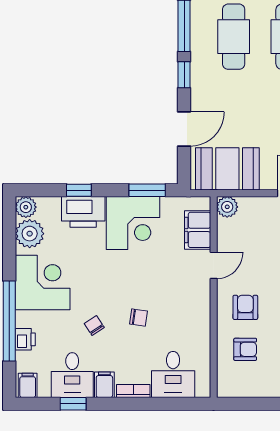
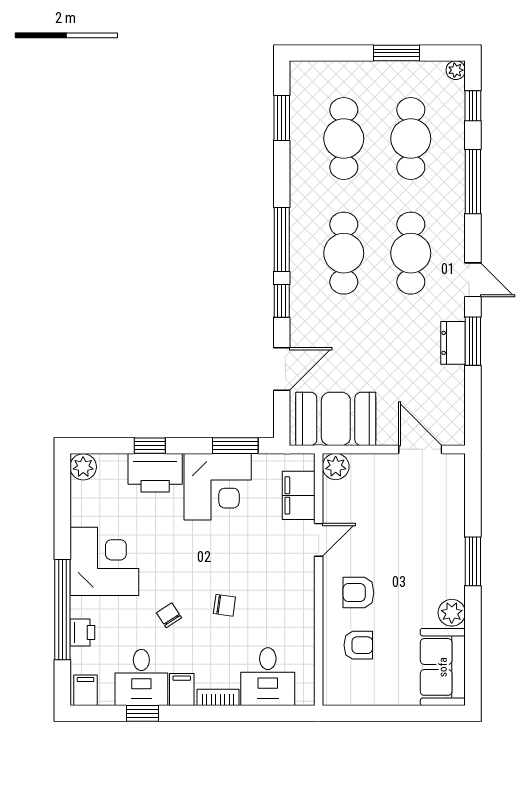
plant: (30, 234) -> (88, 500), removed
armchair: (245, 307) -> (358, 593), turned -90

